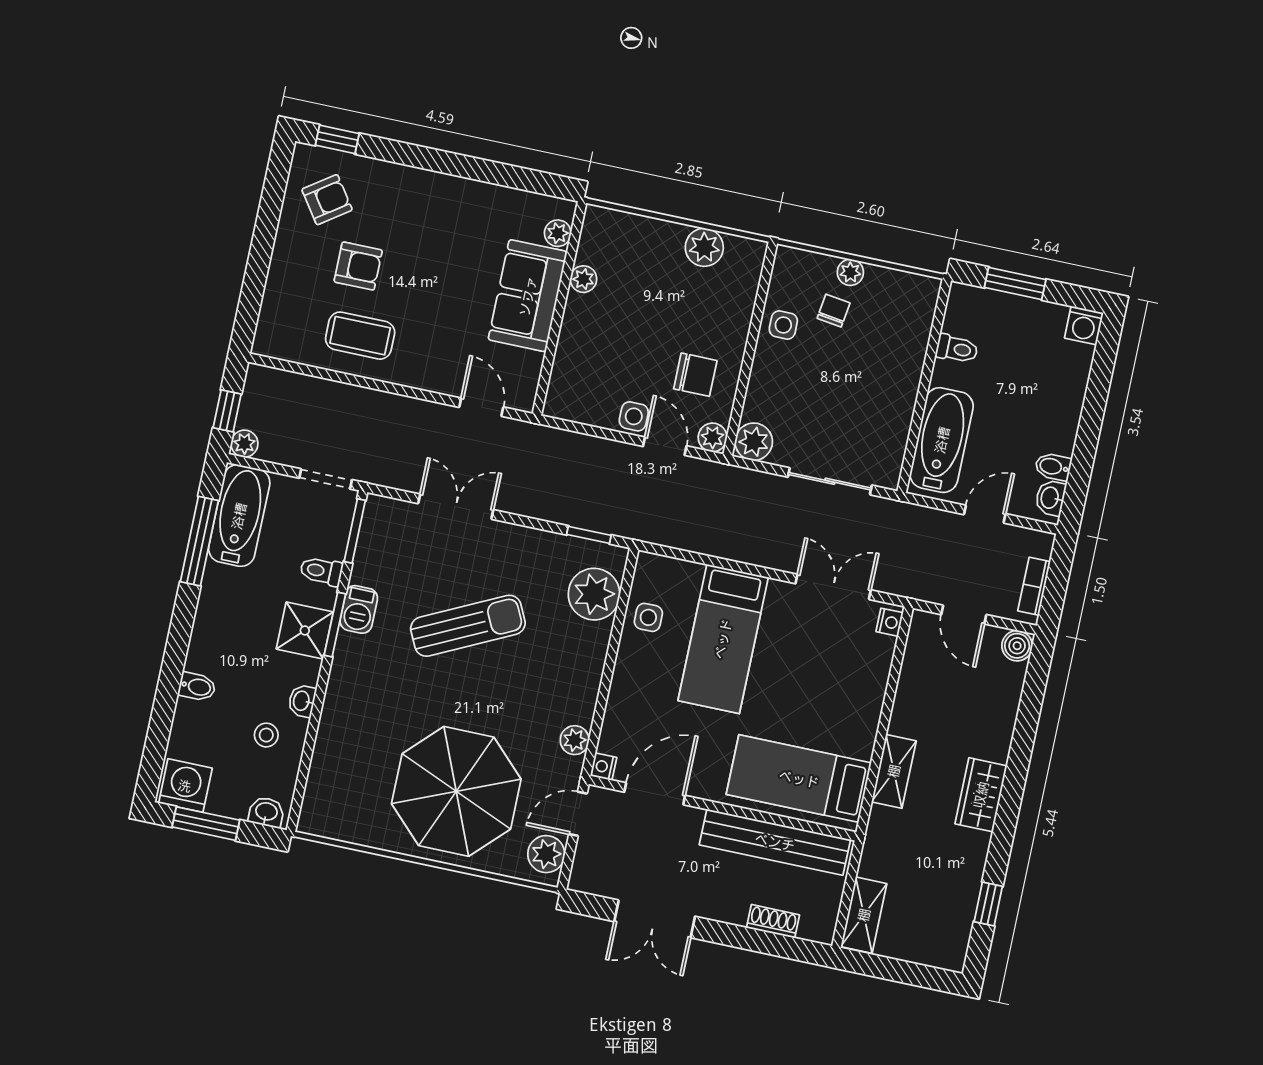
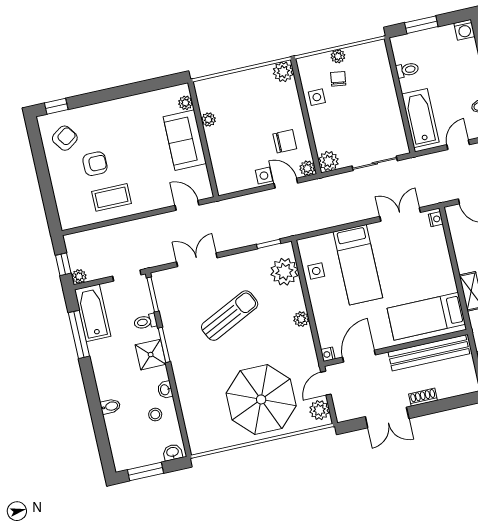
plant: (704, 247) -> (283, 72), moved
barbecue: (359, 609) -> (172, 332), removed
plant: (575, 740) -> (301, 319), moved
washing machine: (185, 786) -> (127, 457), removed
shoe rack: (773, 921) -> (423, 397), moved

